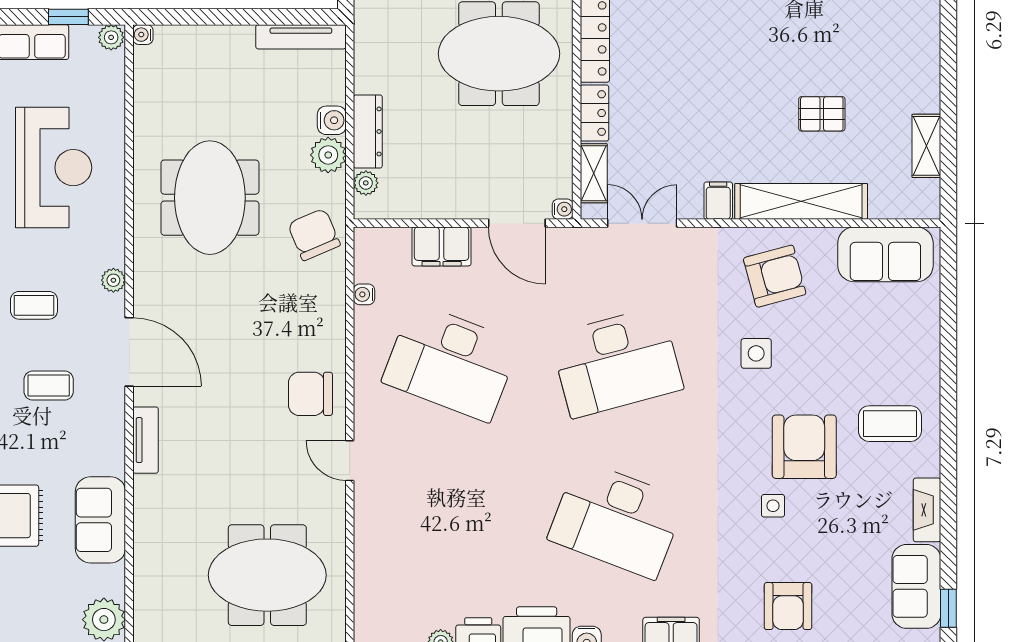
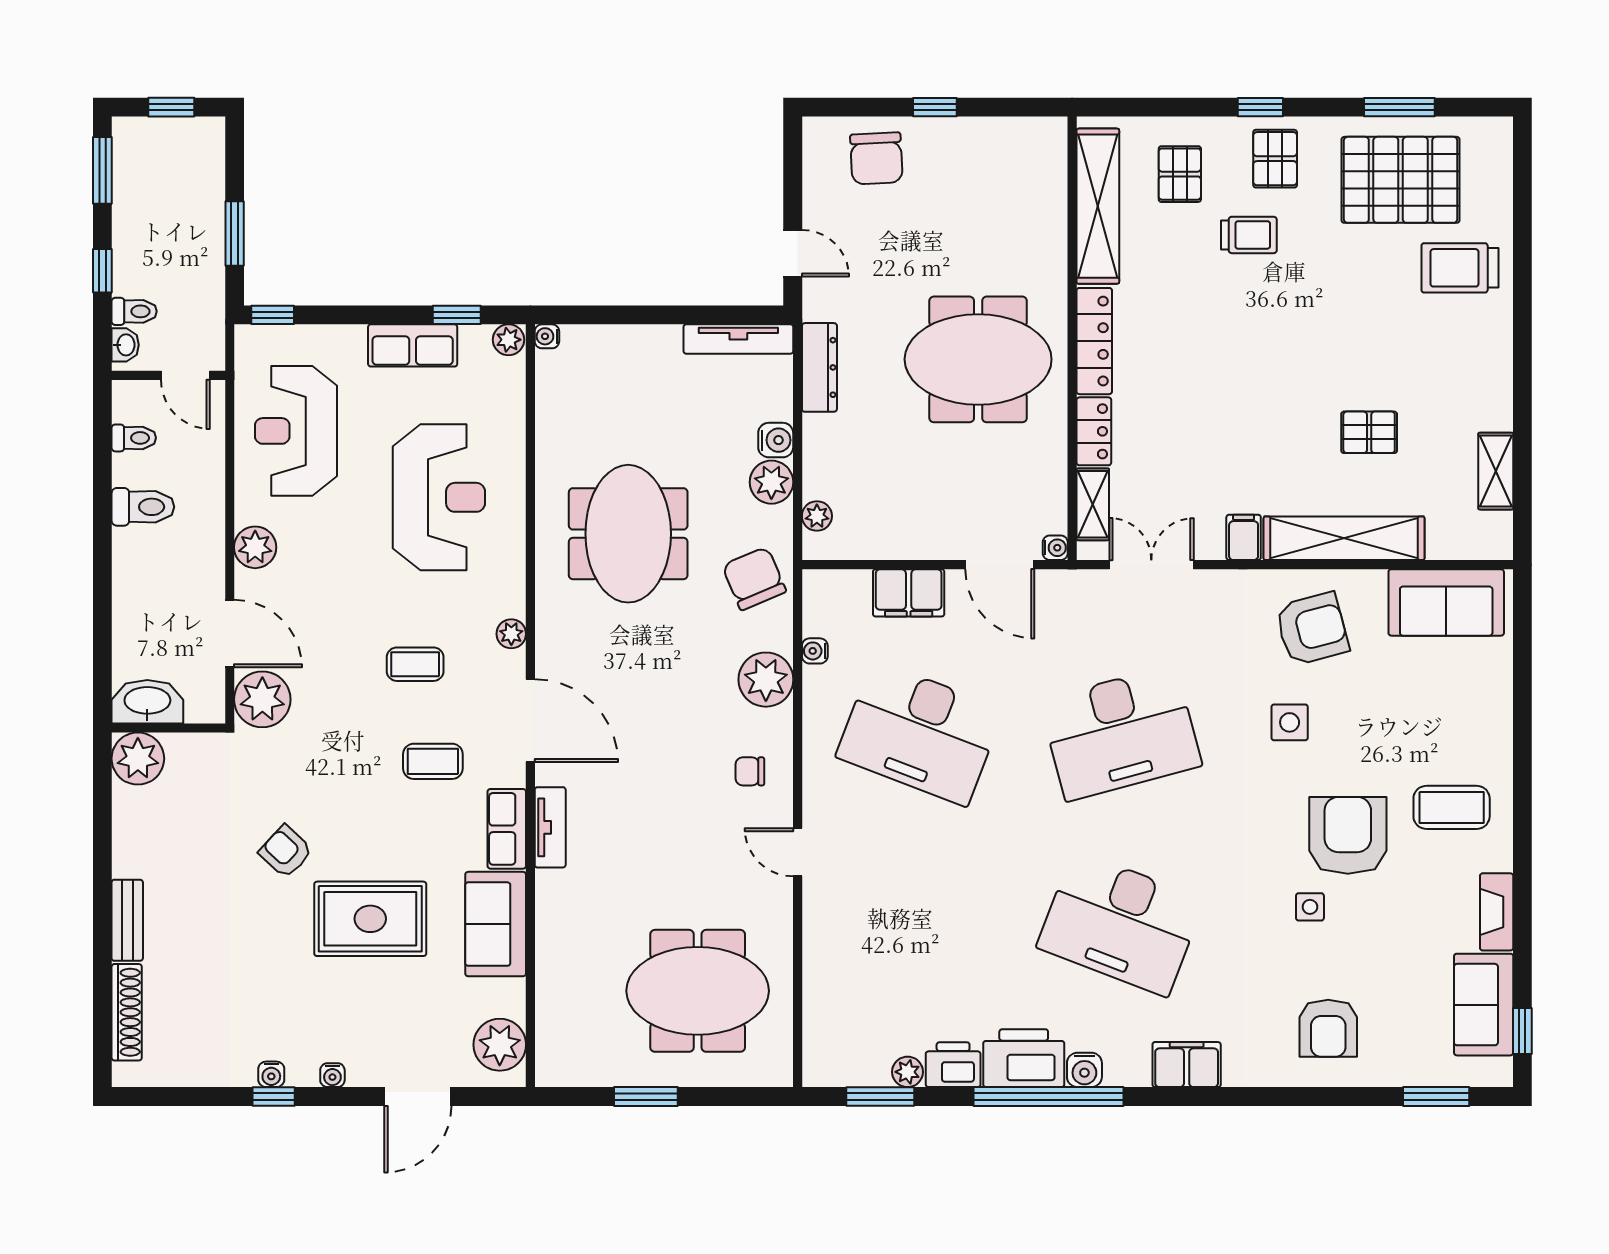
dresser: (368, 131) -> (819, 367), moved
plant: (324, 318) -> (766, 680), added
chair: (310, 394) -> (750, 771), width x0.54, depth x0.54
row of seats: (110, 441) -> (507, 829), added

